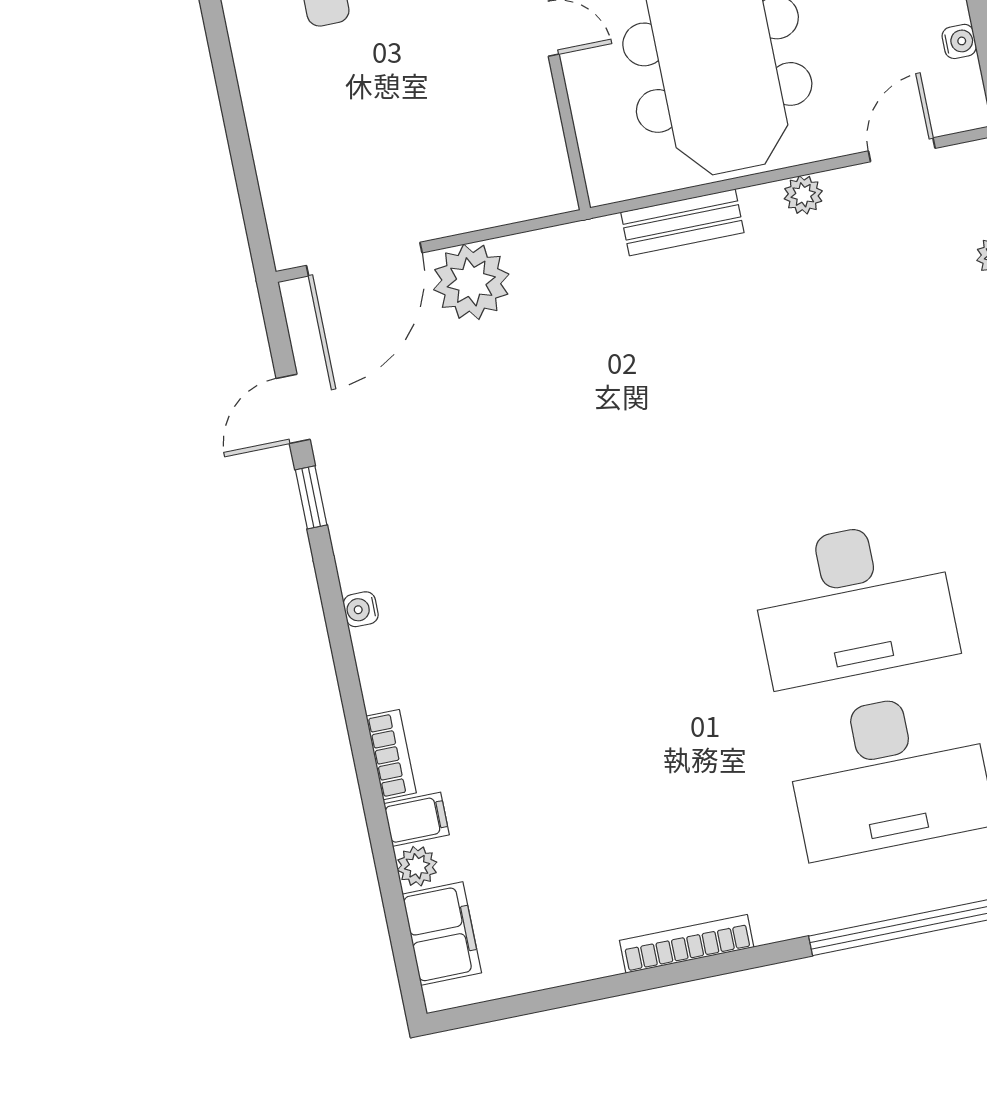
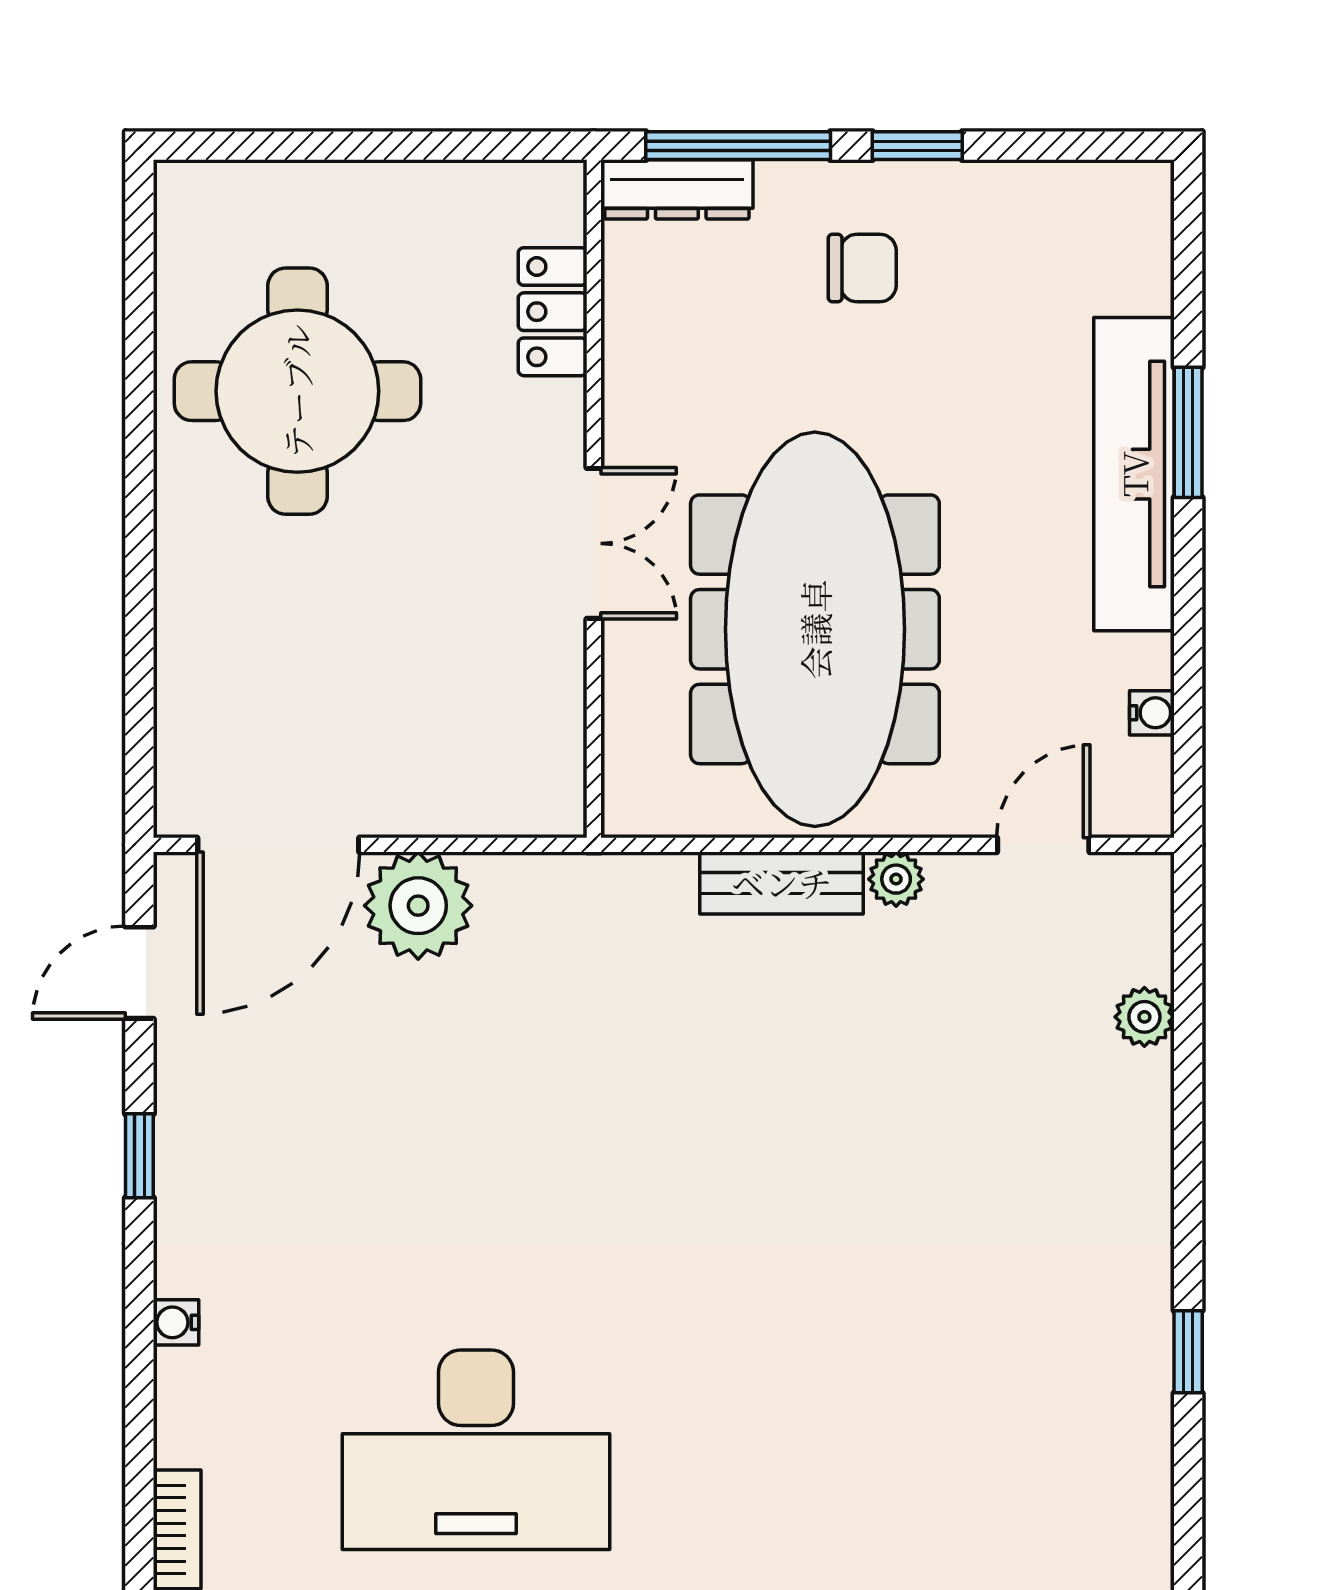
bench: (682, 222) -> (782, 883), moved
door: (293, 409) -> (139, 973), moved
desk: (853, 602) -> (476, 1450), moved

